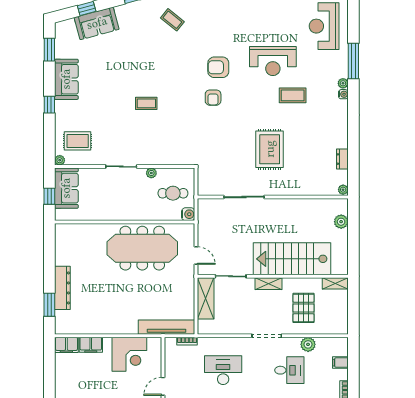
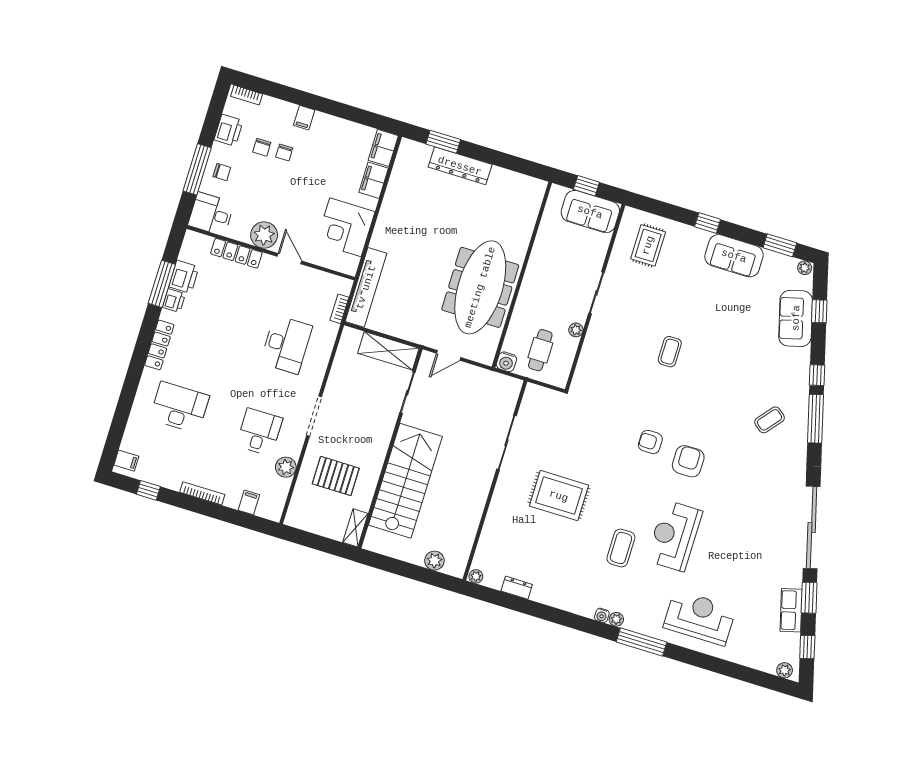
plant: (60, 160) -> (805, 268), moved
shelving: (268, 284) -> (382, 440), removed
desk: (289, 370) -> (259, 432), turned 180

